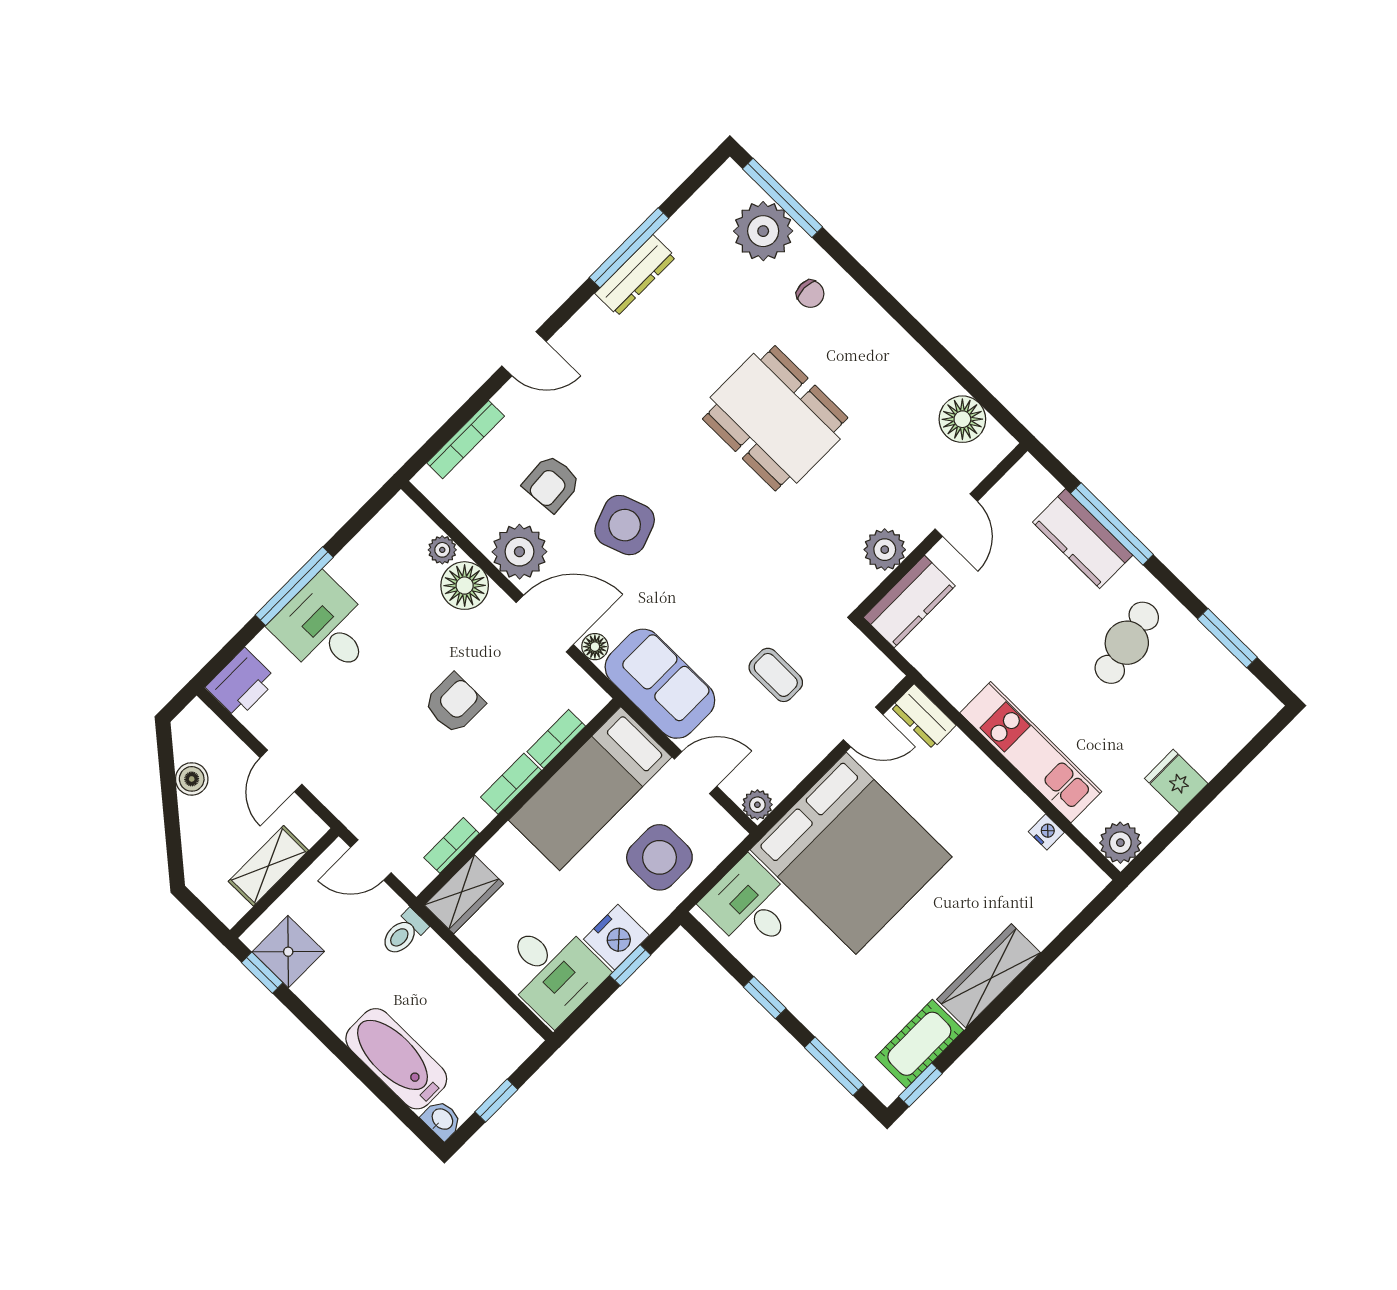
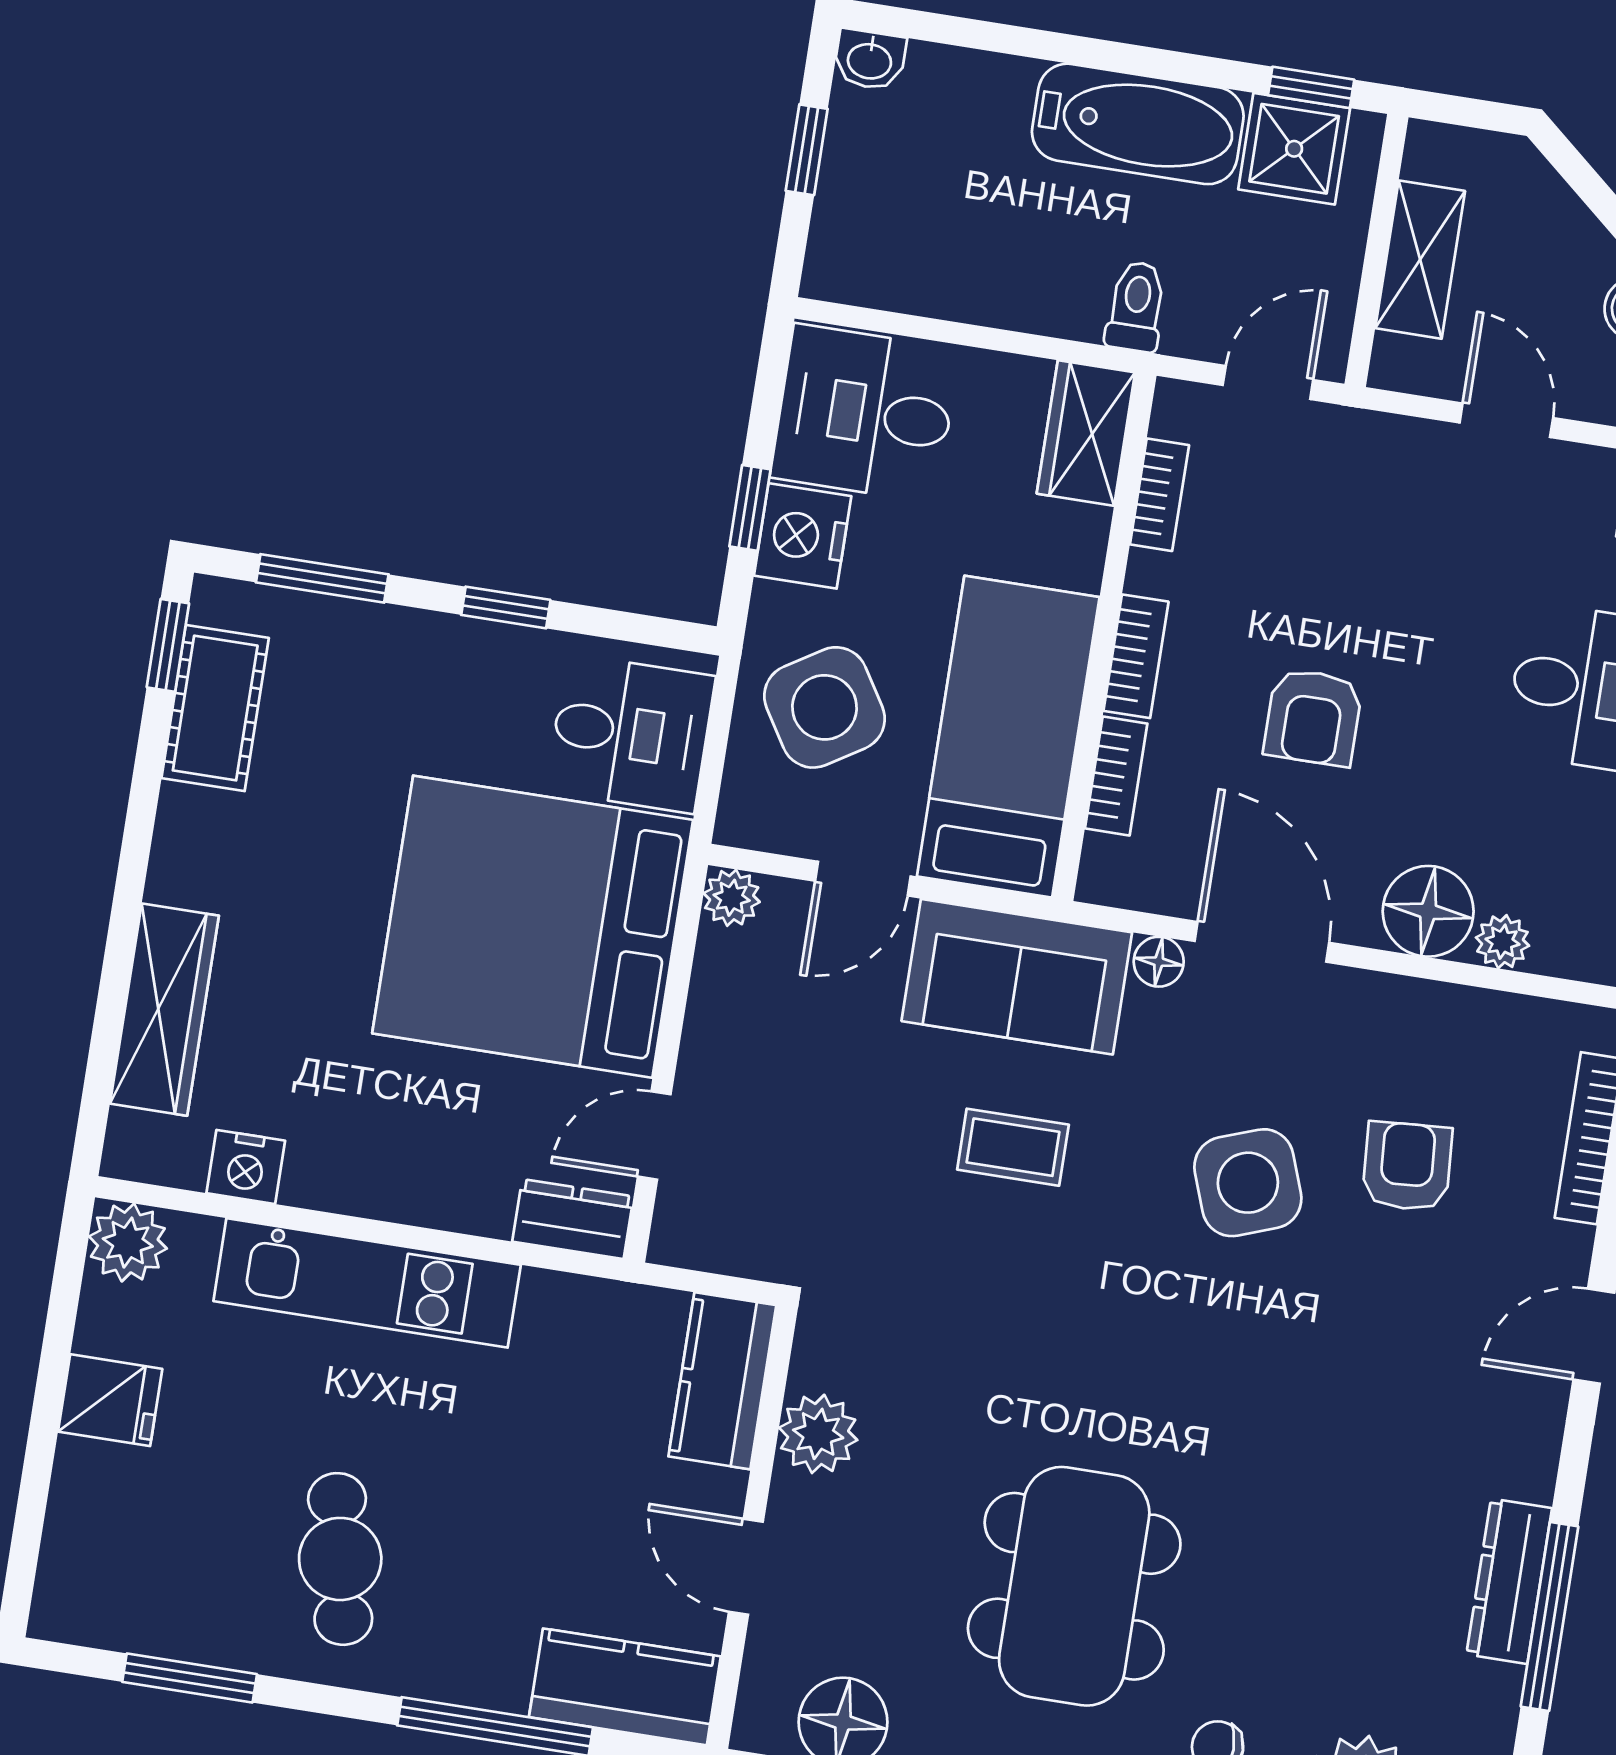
dining table: (775, 418) -> (1074, 1586), moved, turned 90
kitchen counter: (1083, 539) -> (625, 1687), moved
plant: (519, 552) -> (1381, 1025), removed
door: (545, 623) -> (1262, 942), swing flipped
coffee table: (776, 675) -> (1013, 1147), moved
nightstand: (1046, 832) -> (246, 1167), width x1.39, depth x1.35
side table: (659, 857) -> (825, 707), turned -32
wardrobe: (989, 976) -> (164, 1010), moved
bathtub: (396, 1059) -> (1138, 124), moved

